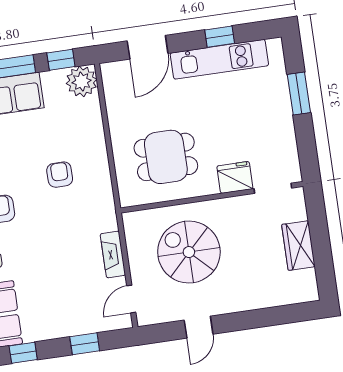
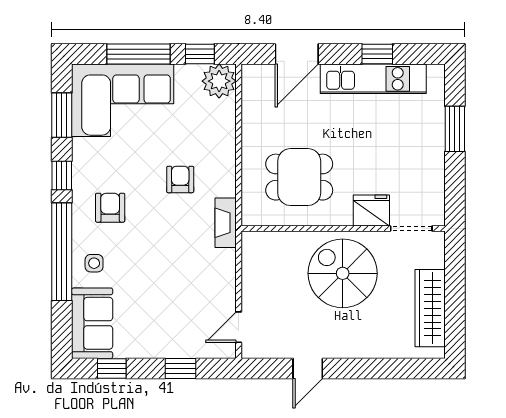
wardrobe: (298, 246) -> (430, 308), width x1.50
spiral stairs: (189, 252) -> (343, 273), moved
fireplace: (113, 254) -> (226, 223), moved

